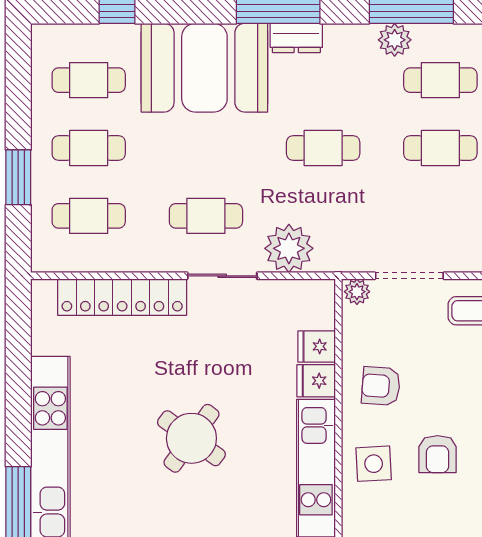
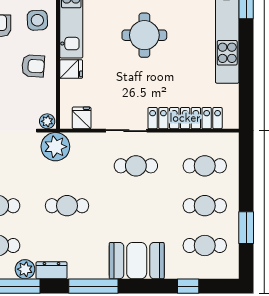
dresser: (296, 38) -> (51, 270), moved
booth: (204, 68) -> (137, 261), width x0.73, depth x0.70
window: (18, 177) -> (246, 228), moved
plant: (289, 248) -> (55, 147), moved
fridge: (317, 346) -> (82, 118), moved, turned -90
round table: (191, 438) -> (144, 35), turned -36

